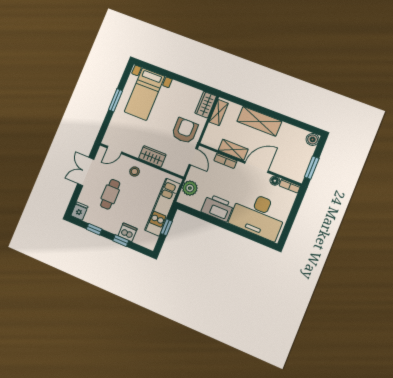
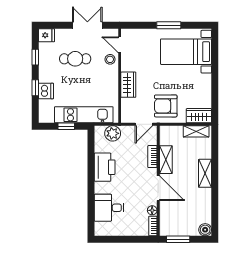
shelving: (259, 121) -> (205, 173), width x0.67, depth x0.75
armchair: (185, 131) -> (166, 106), turned 180
stool: (135, 172) -> (110, 59), moved
desk: (258, 215) -> (109, 208), width x0.53, depth x0.77

